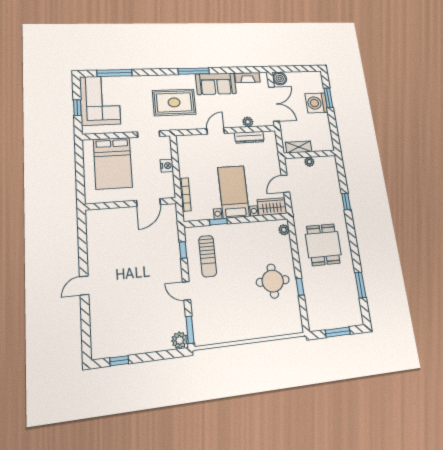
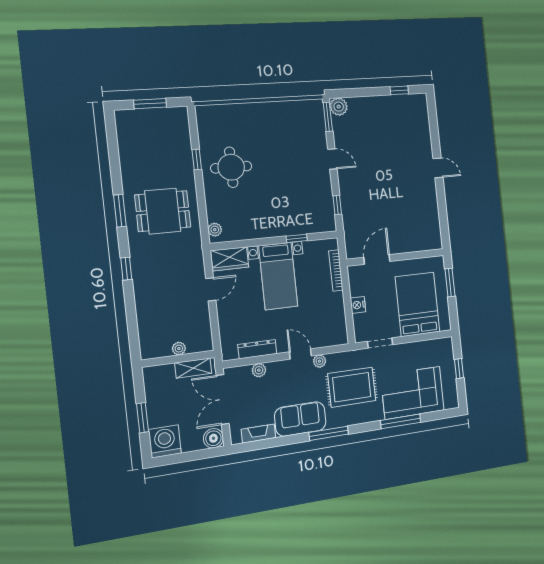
window: (114, 73) -> (401, 421), moved
corner sofa: (100, 100) -> (412, 393), moved, turned 90
washing machine: (316, 103) -> (165, 441), moved, turned -90
plant: (200, 124) -> (320, 361), added
door: (216, 131) -> (300, 354), swing flipped
shelving: (299, 147) -> (193, 368), moved
wall: (310, 154) -> (178, 359), moved
plant: (309, 162) -> (179, 349), moved
window: (80, 180) -> (450, 283), added
dining table: (323, 245) -> (163, 211), turned 90
sun lounger: (208, 256) -> (309, 198), removed
window: (360, 285) -> (120, 211), moved
door: (84, 286) -> (438, 168), hinge flipped

